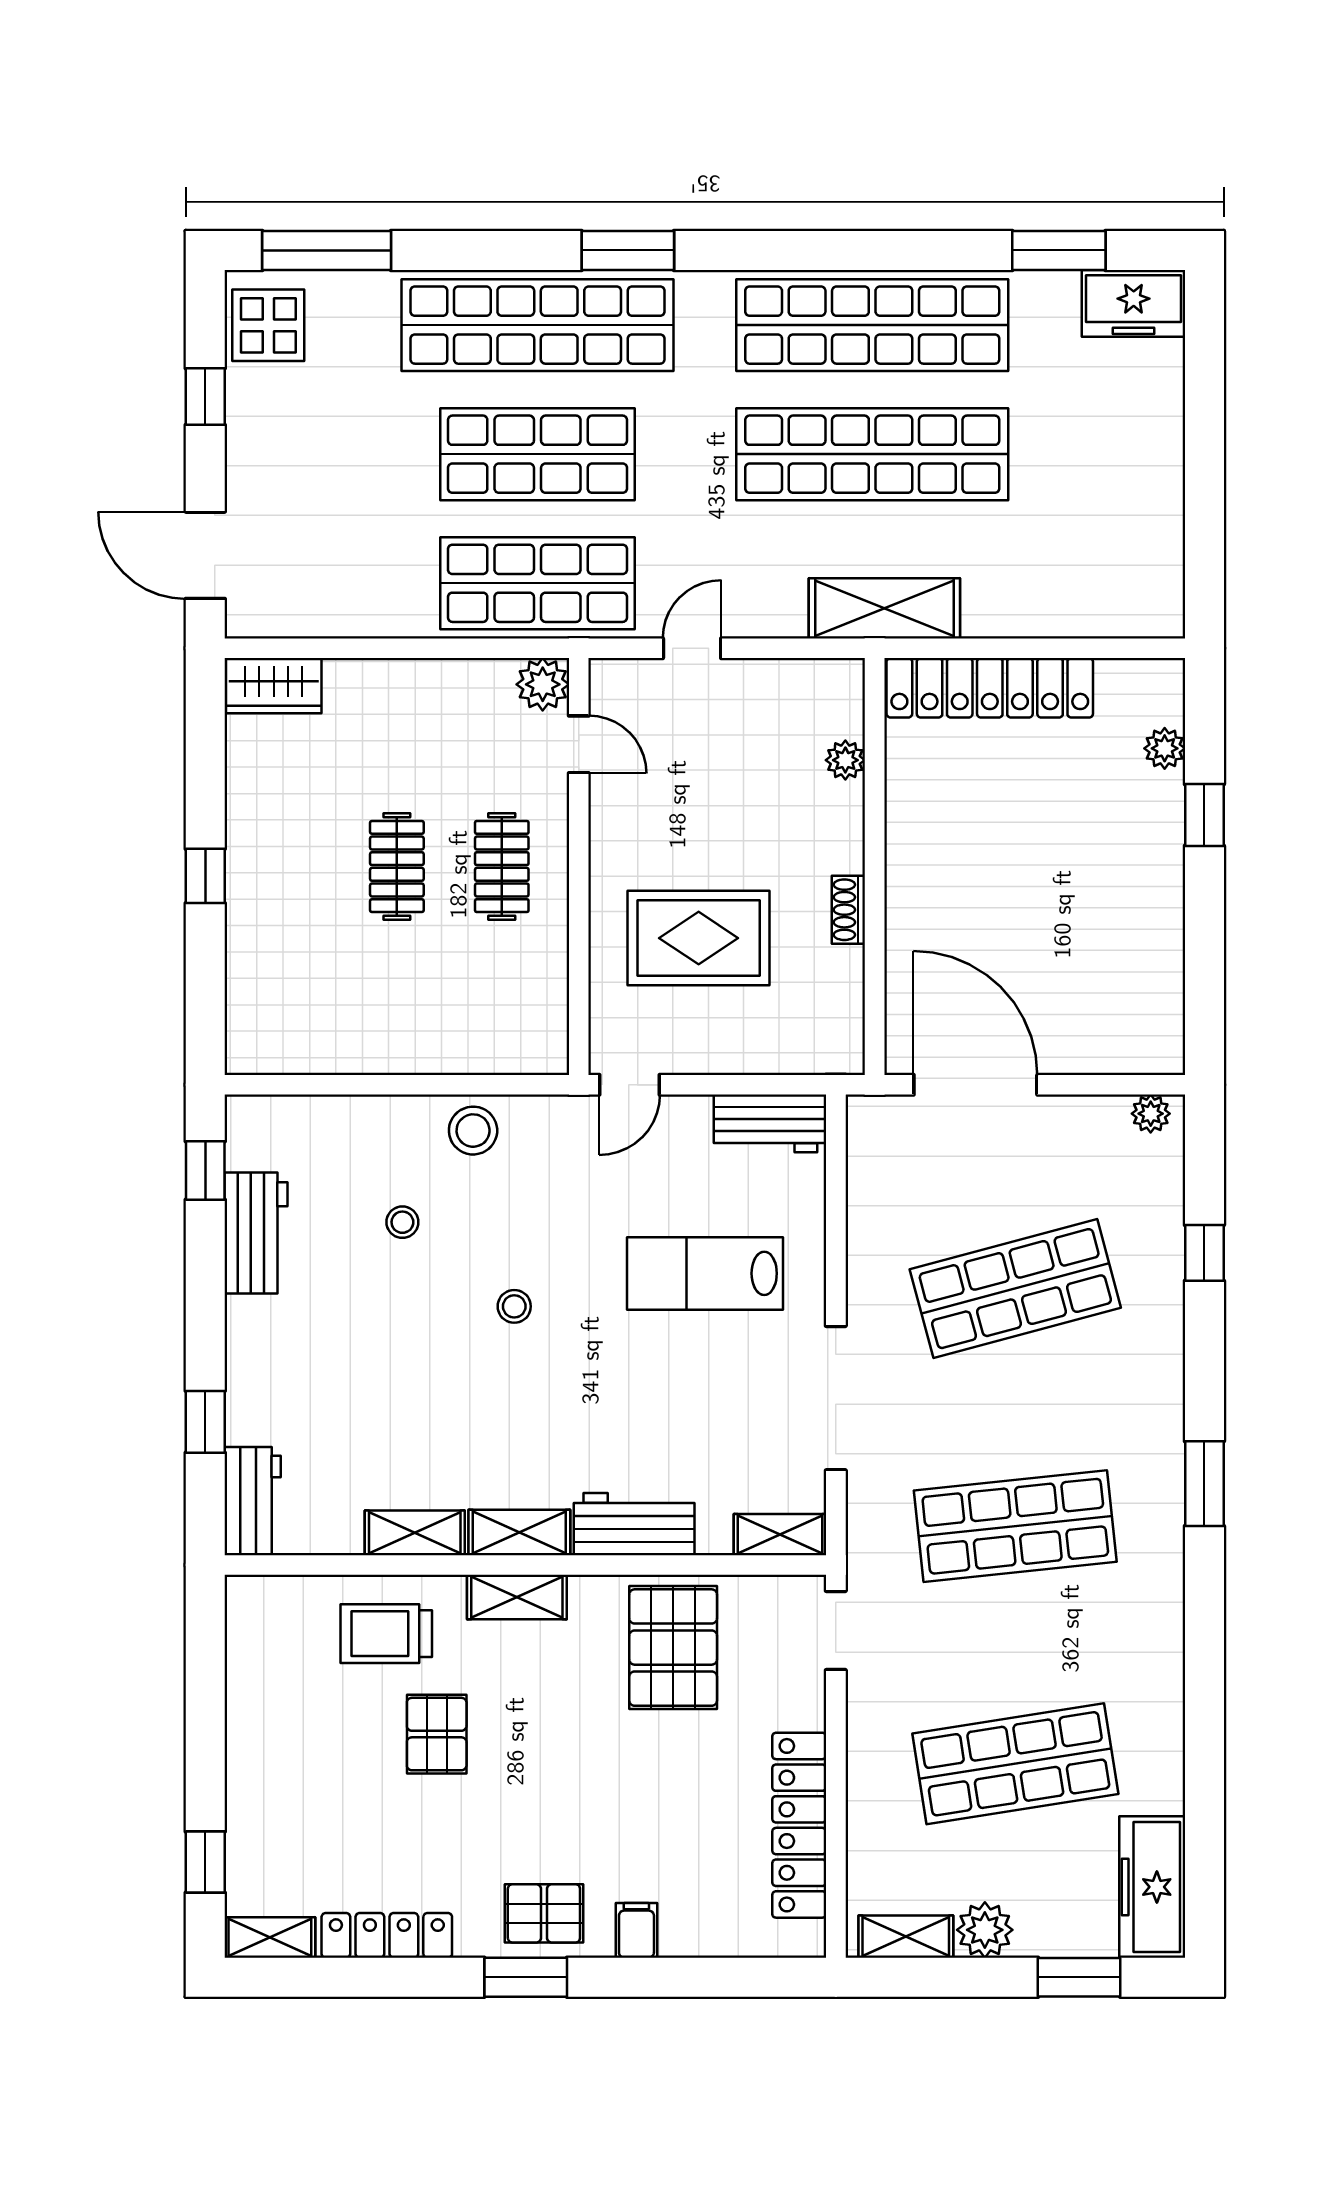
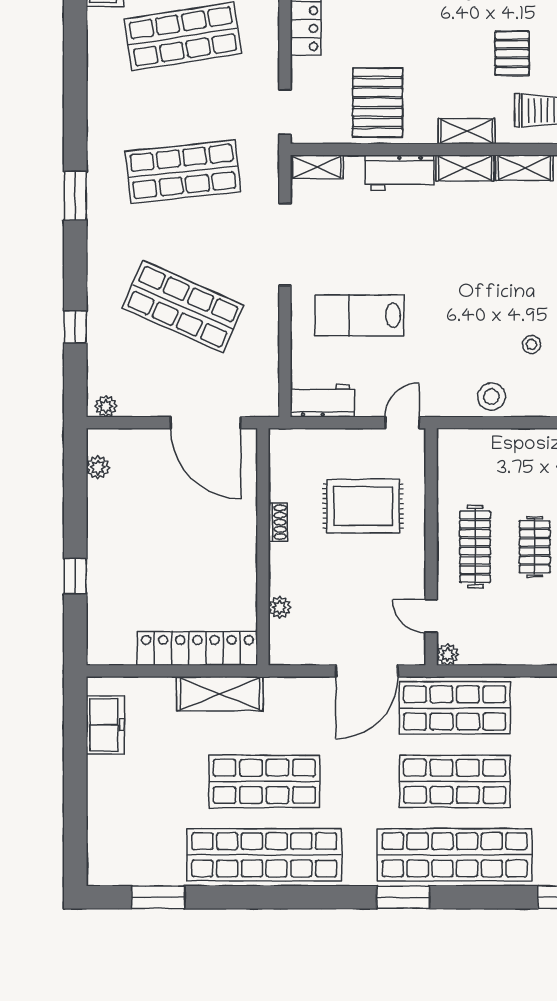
freezer: (1134, 303) -> (105, 725), moved, turned 90
shop shelf: (872, 454) -> (264, 781), width x0.71
shelving: (884, 608) -> (220, 694), moved
door: (692, 648) -> (367, 671), width x1.87
plant: (543, 684) -> (448, 655), width x0.73, depth x0.73
plant: (1165, 748) -> (98, 467), moved
clothes rail: (502, 866) -> (475, 547), width x1.36
lab bench: (705, 1273) -> (359, 315), turned 180
shop shelf: (1015, 1289) -> (183, 307), turned 39
stool: (514, 1306) -> (468, 297), removed

